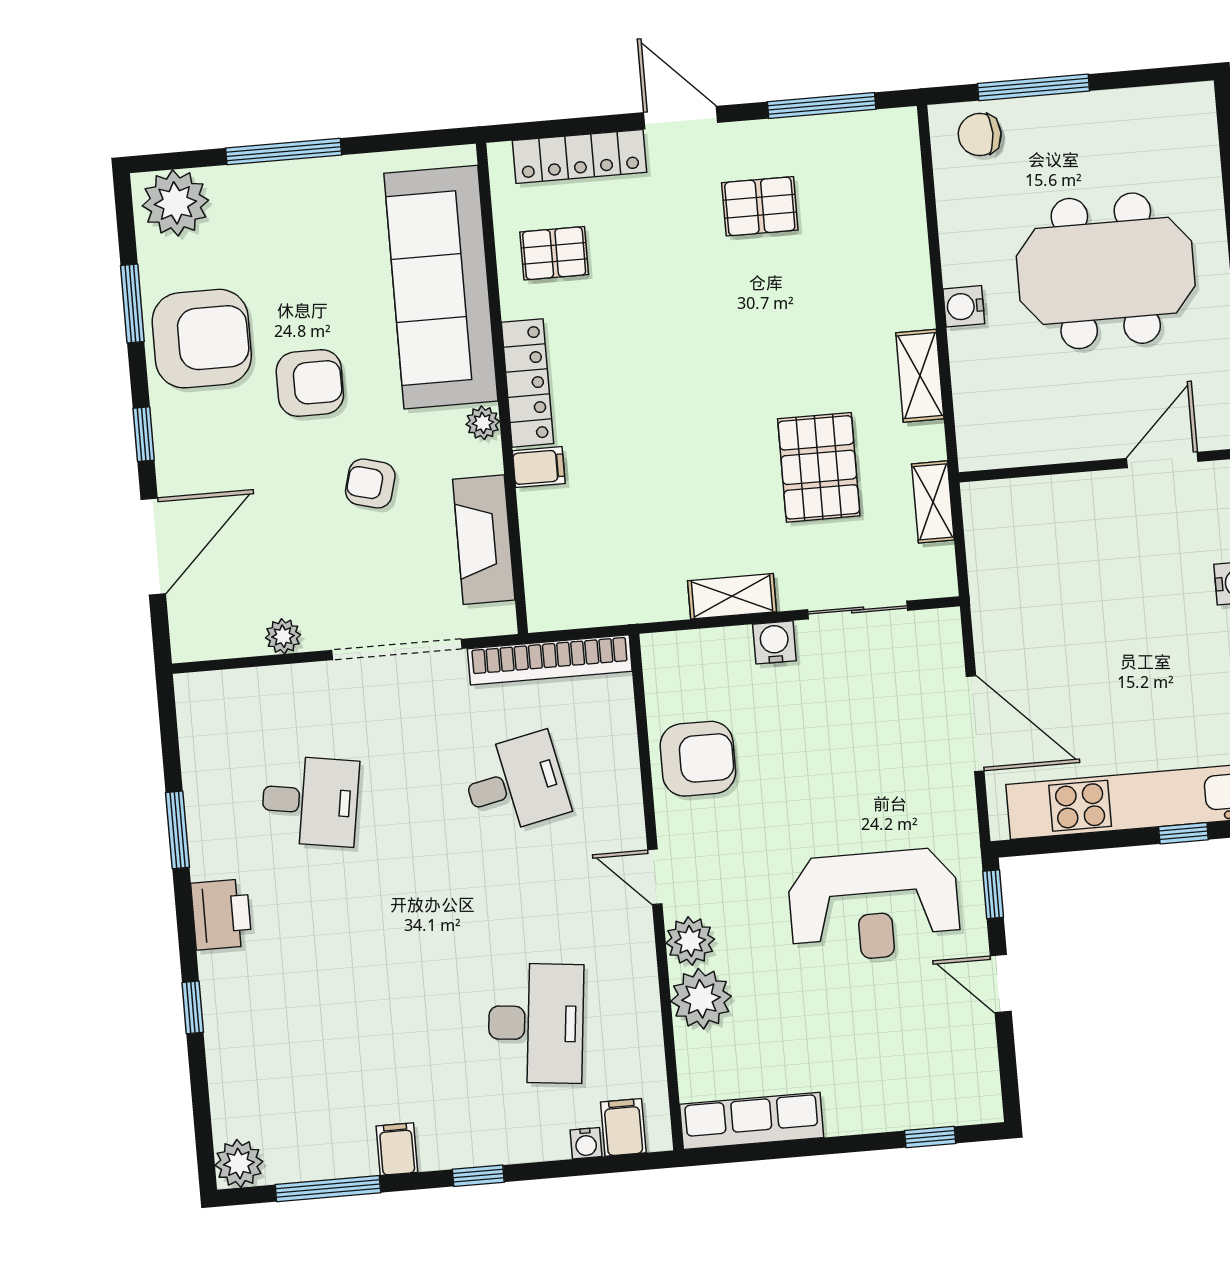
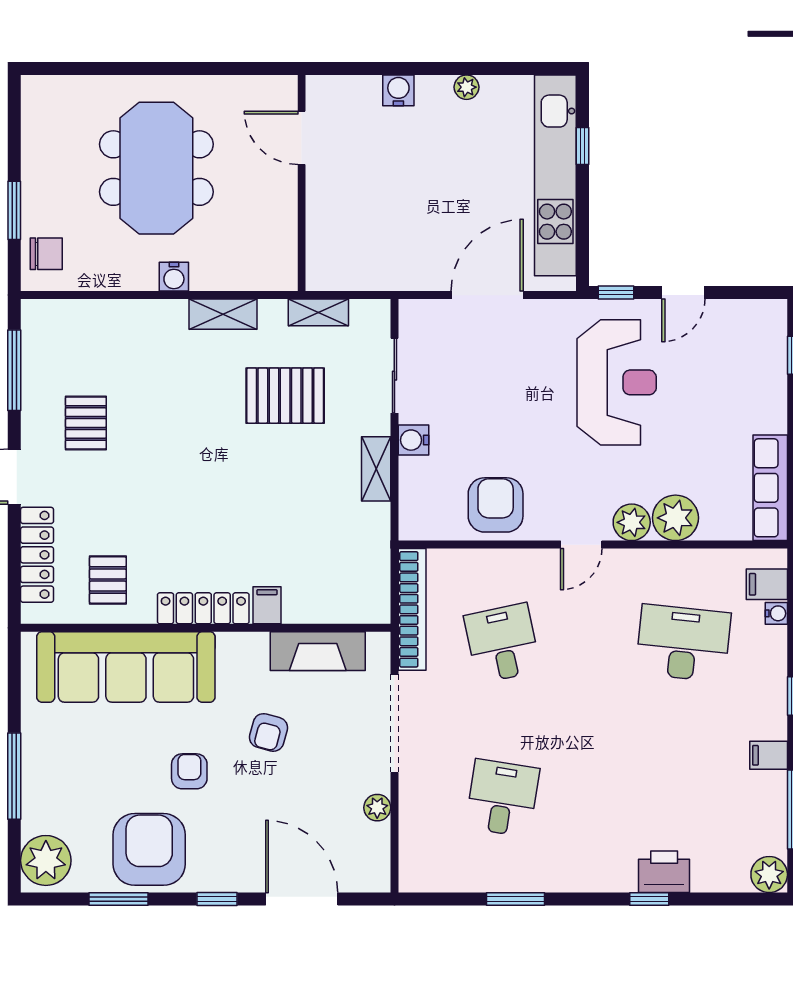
window: (1033, 87) -> (14, 210), width x0.69
chair: (980, 135) -> (46, 254), turned -90
armchair: (310, 383) -> (189, 771), width x0.72, depth x0.72
plant: (483, 423) -> (230, 644), removed
printer: (221, 914) -> (664, 872), moved

